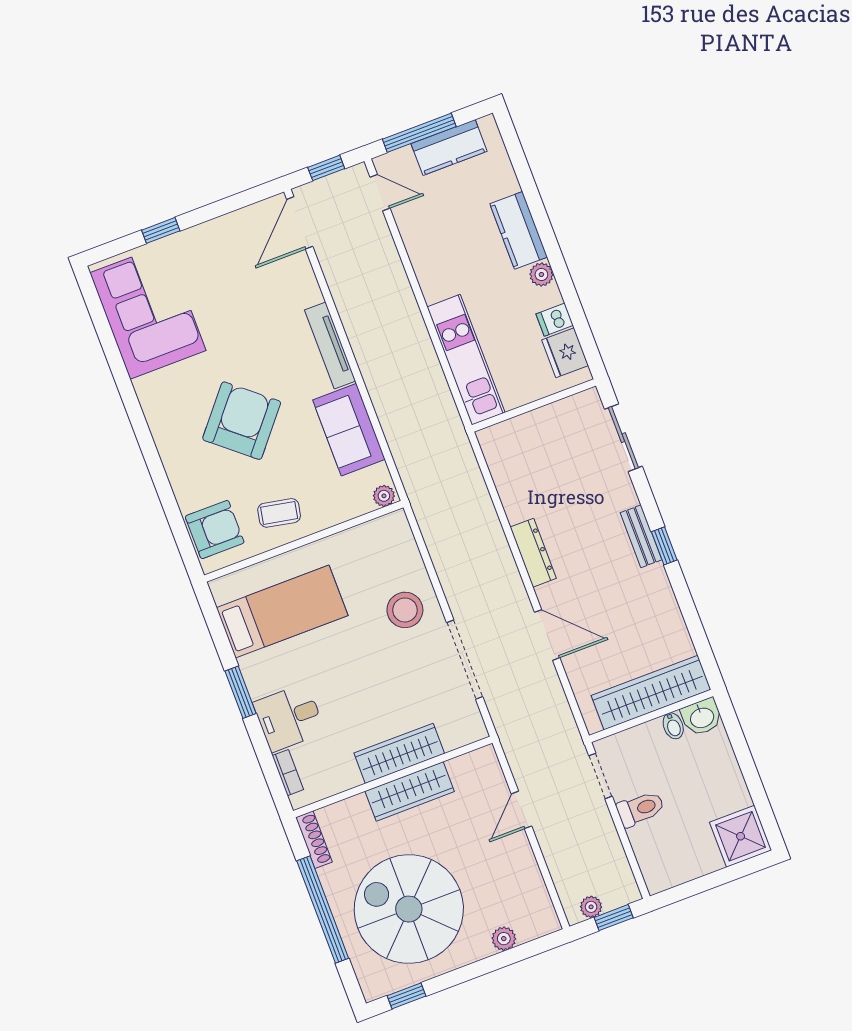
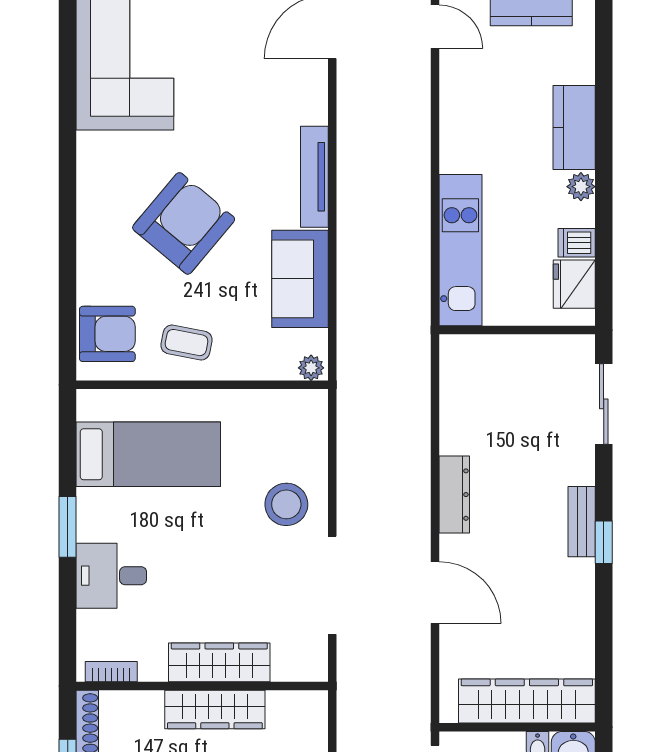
bookcase: (288, 773) -> (111, 672), moved, turned -90

